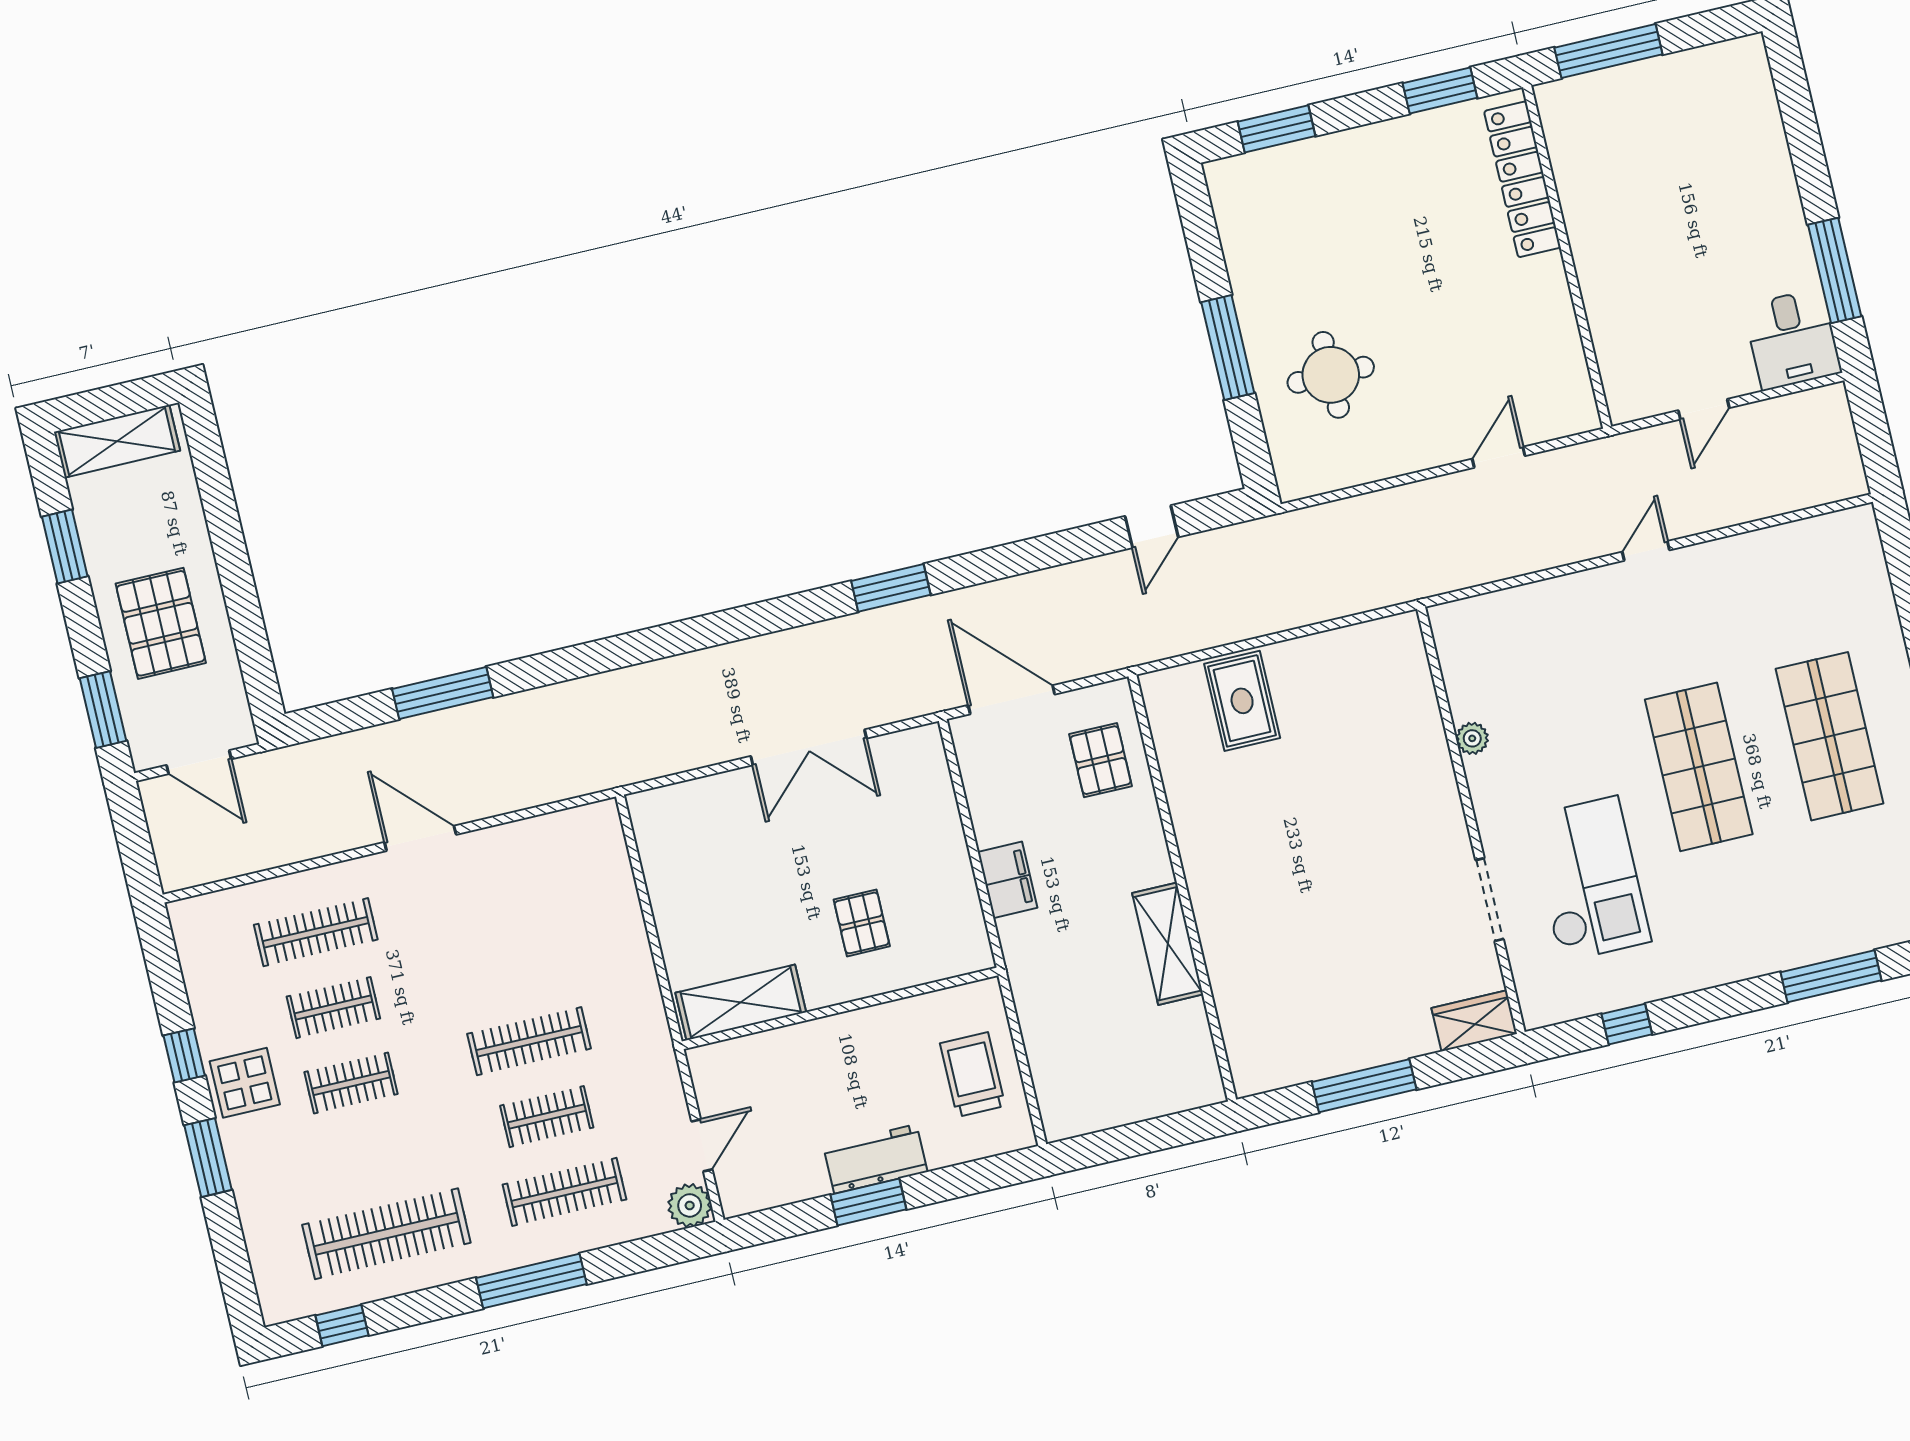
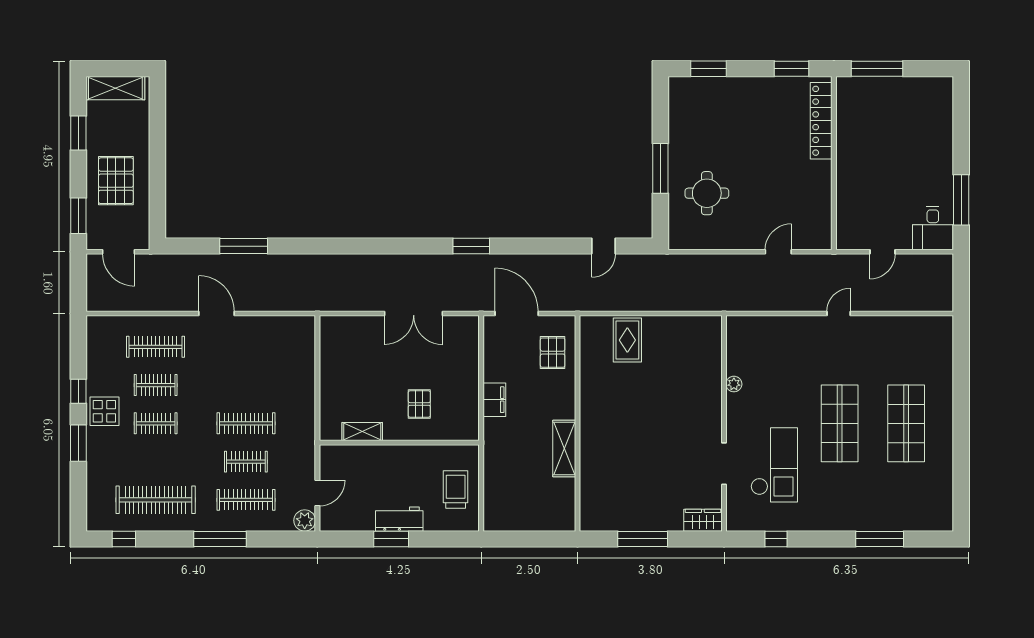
shelving: (741, 1002) -> (362, 432), width x0.67, depth x0.75

